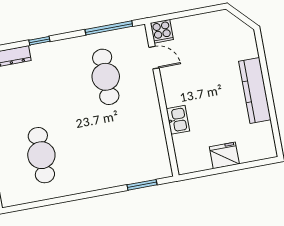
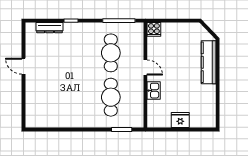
door: (154, 58) -> (145, 67), moved
kitchen counter: (255, 90) -> (209, 62), moved
cafe table: (41, 155) -> (111, 97), moved

